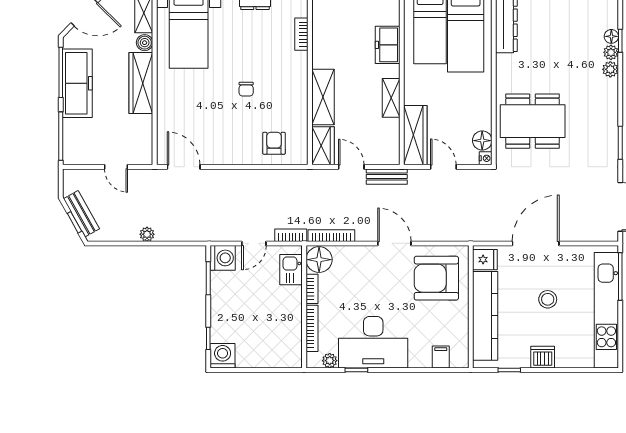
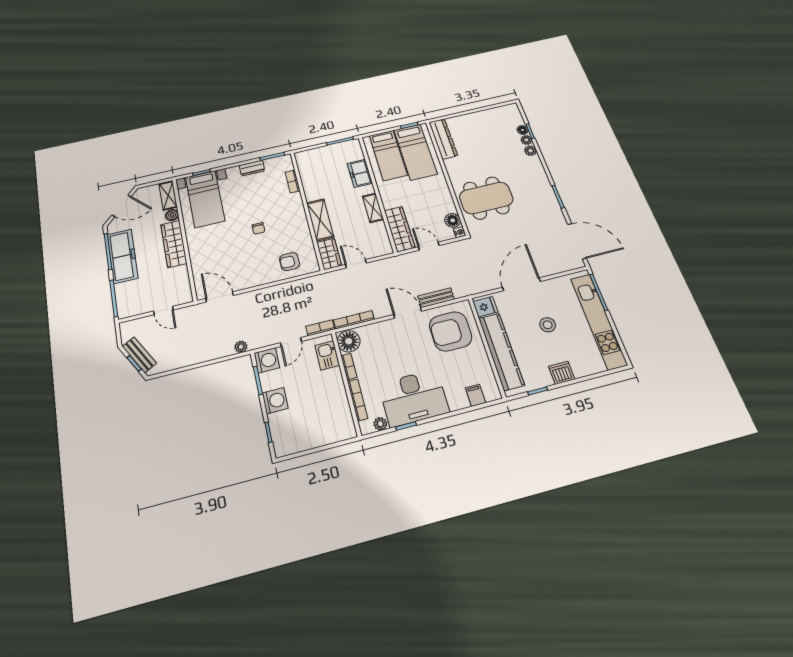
armchair: (274, 143) -> (290, 262), turned -90
bench: (387, 177) -> (436, 298), moved
plant: (147, 234) -> (241, 347), moved
washing machine: (223, 356) -> (275, 401), moved, turned 90

